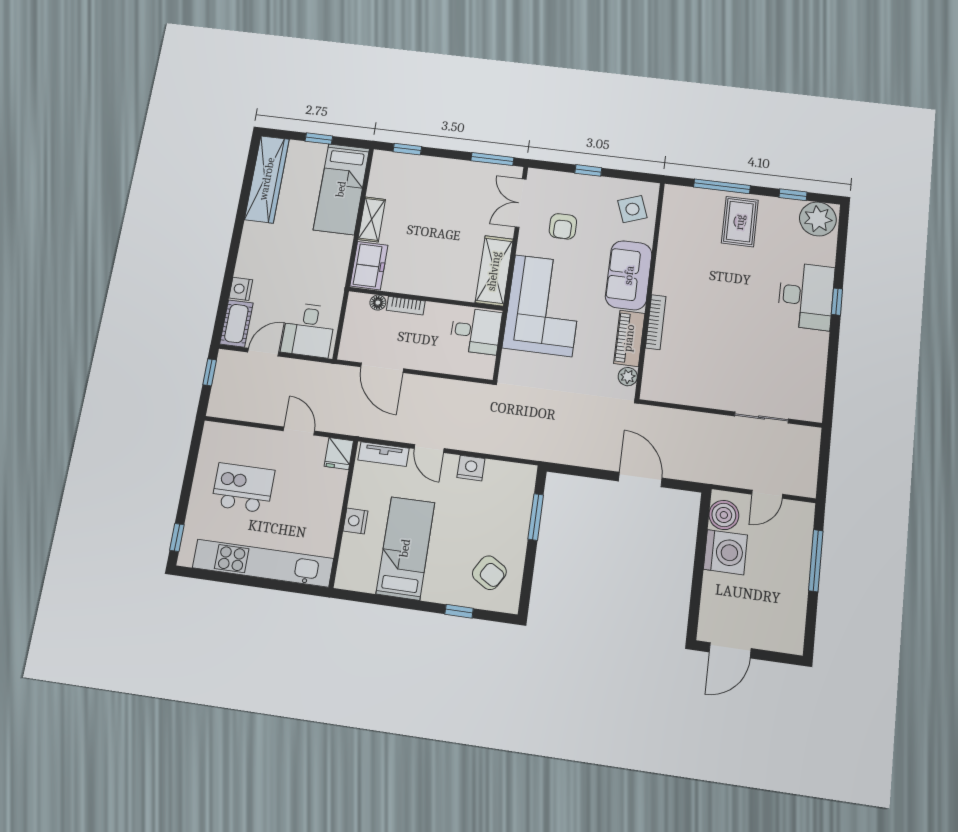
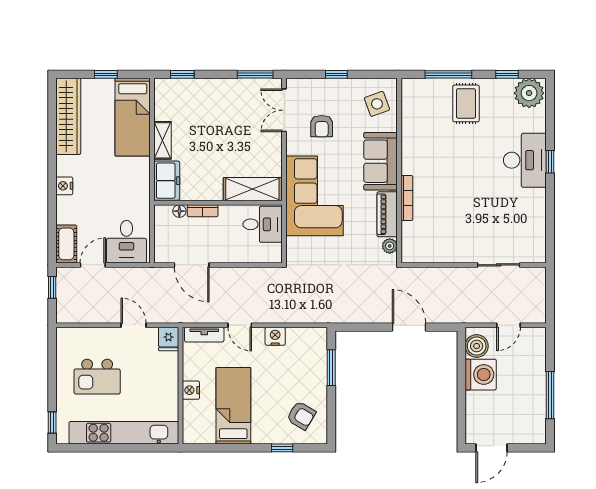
shelving: (494, 271) -> (252, 189), moved, turned 90
nightstand: (241, 289) -> (64, 186), moved
kitchen island: (243, 488) -> (97, 377), turned 180
window: (816, 561) -> (550, 395), moved

